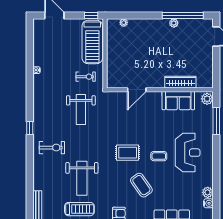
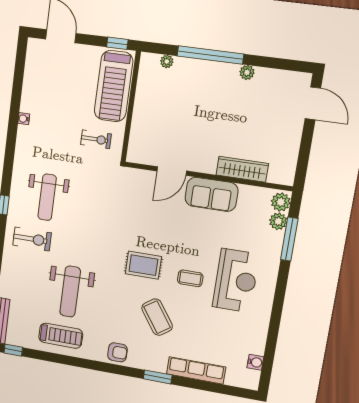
window: (183, 15) -> (210, 55), moved
sofa: (178, 101) -> (211, 194), moved
weight bench: (81, 109) -> (47, 197), moved
plant: (208, 192) -> (278, 221), moved

